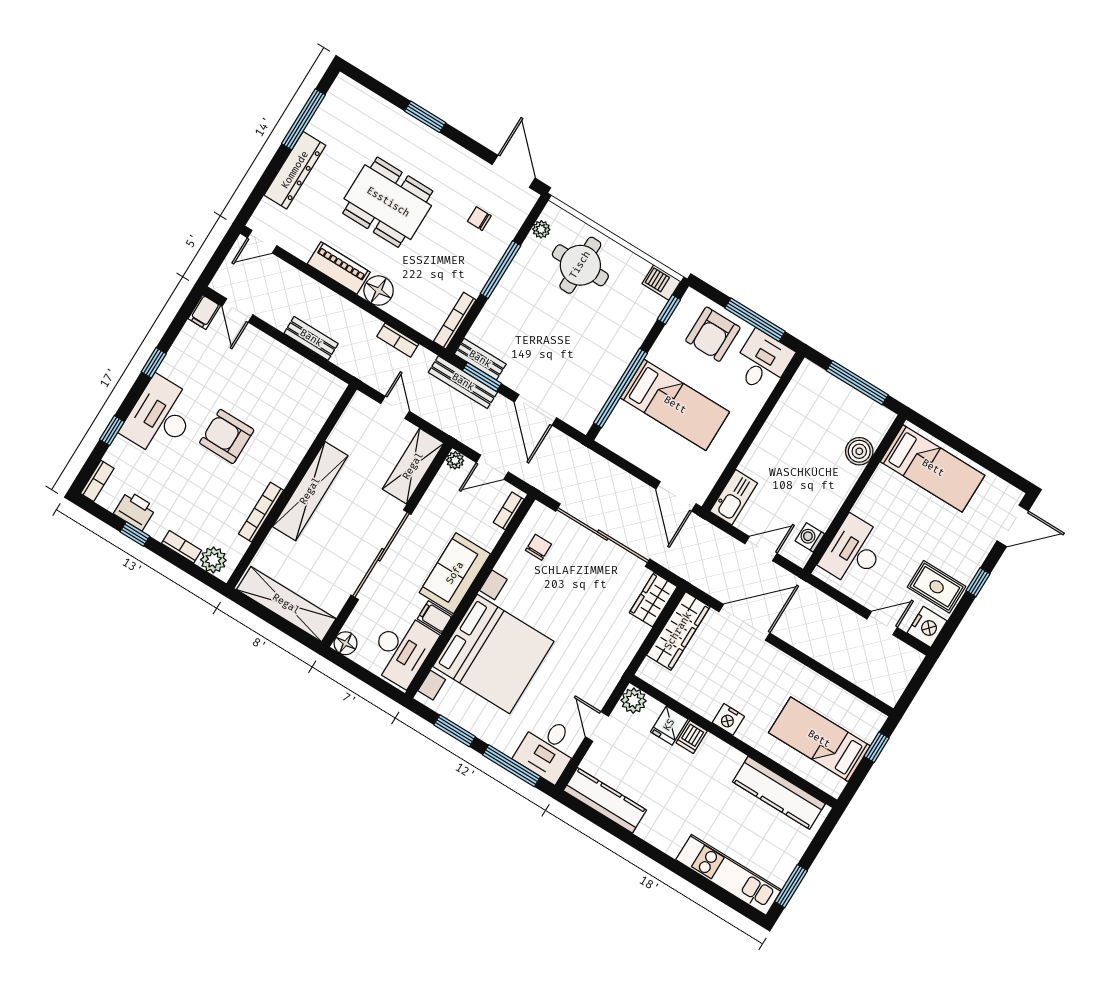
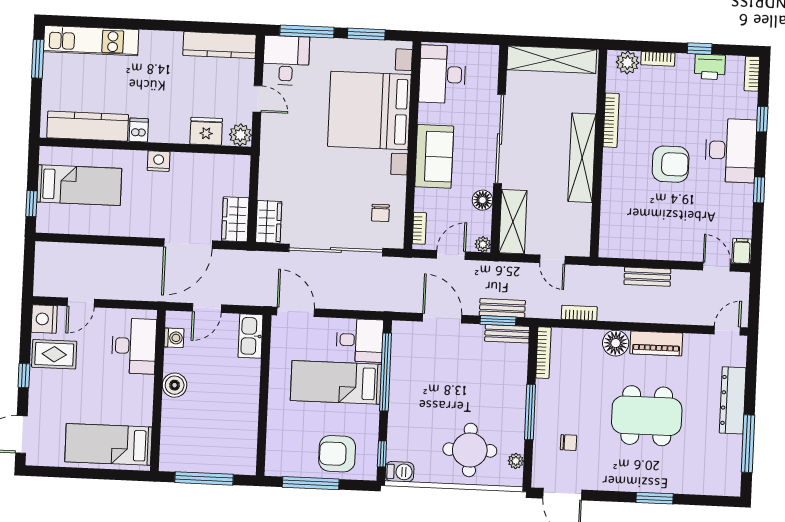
armchair: (713, 334) -> (337, 454), turned -90
desk: (762, 362) -> (360, 340), moved, turned -90
bench: (463, 382) -> (502, 308), width x0.73
boiler: (859, 451) -> (175, 385), moved
filing cabinet: (435, 617) -> (431, 114), removed
wardrobe: (678, 631) -> (235, 219), width x0.67
floor lamp: (346, 643) -> (482, 200), moved
fridge: (669, 725) -> (206, 131), width x1.38
dishwasher: (692, 737) -> (139, 130), moved

